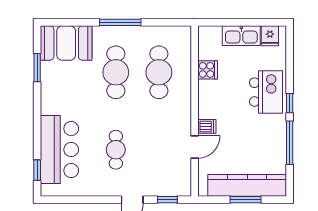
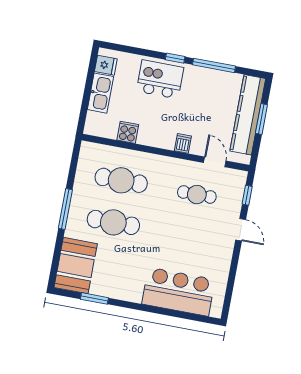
door: (195, 147) -> (215, 162), moved
cafe table: (116, 150) -> (197, 194), moved
window: (37, 170) -> (194, 317), removed

